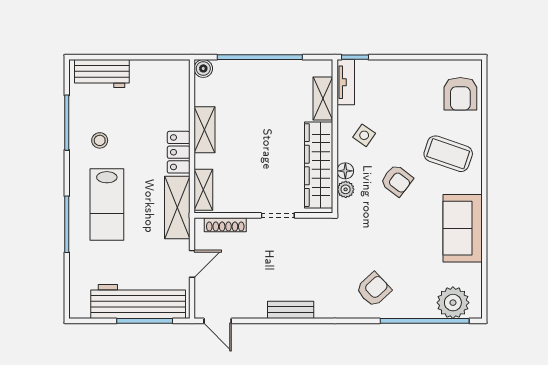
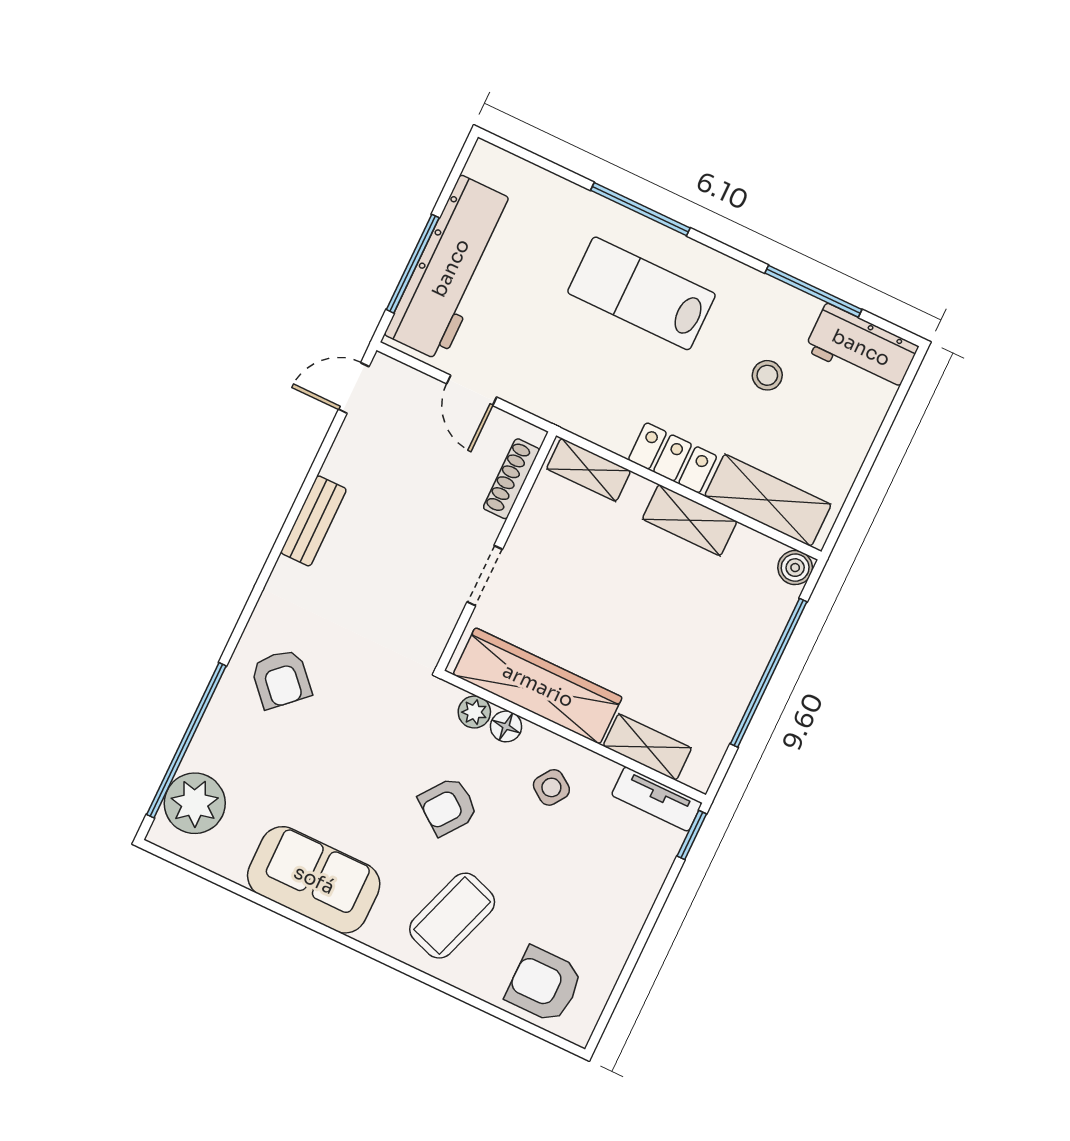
workbench: (102, 73) -> (861, 348), moved, turned -90
stool: (100, 140) -> (767, 375), moved
shelving: (177, 207) -> (768, 500), moved

